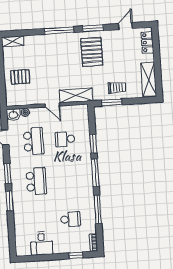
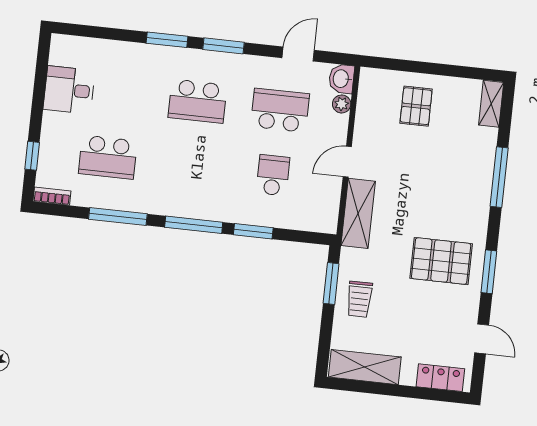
window: (59, 30) -> (499, 177), moved
school desk: (33, 141) -> (280, 110), turned 180
school desk: (70, 219) -> (108, 157), width x1.85

